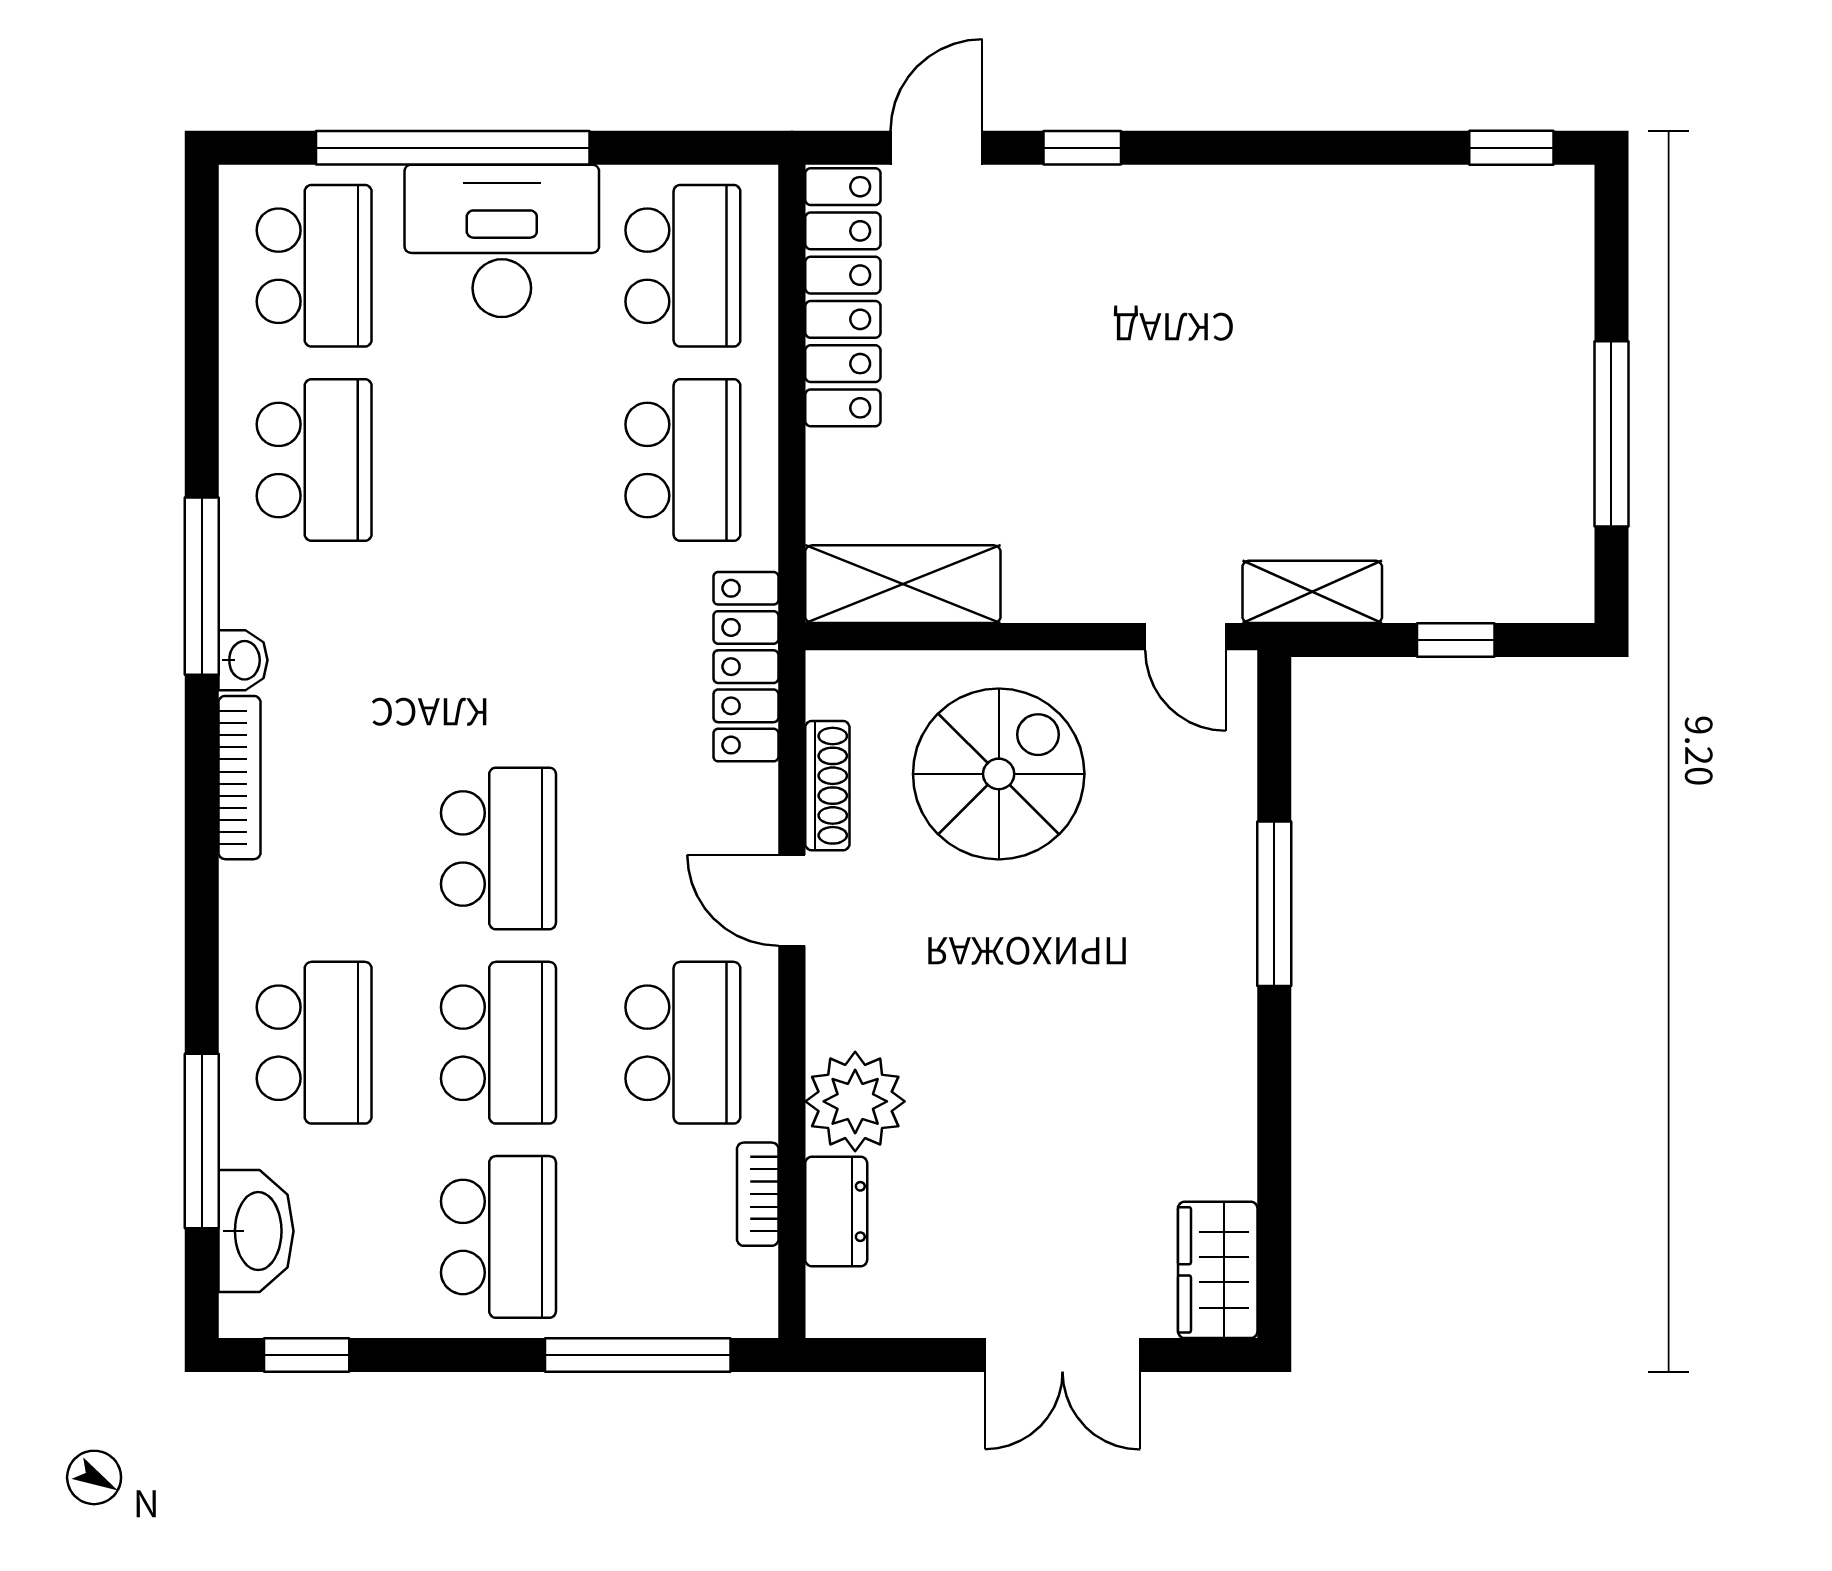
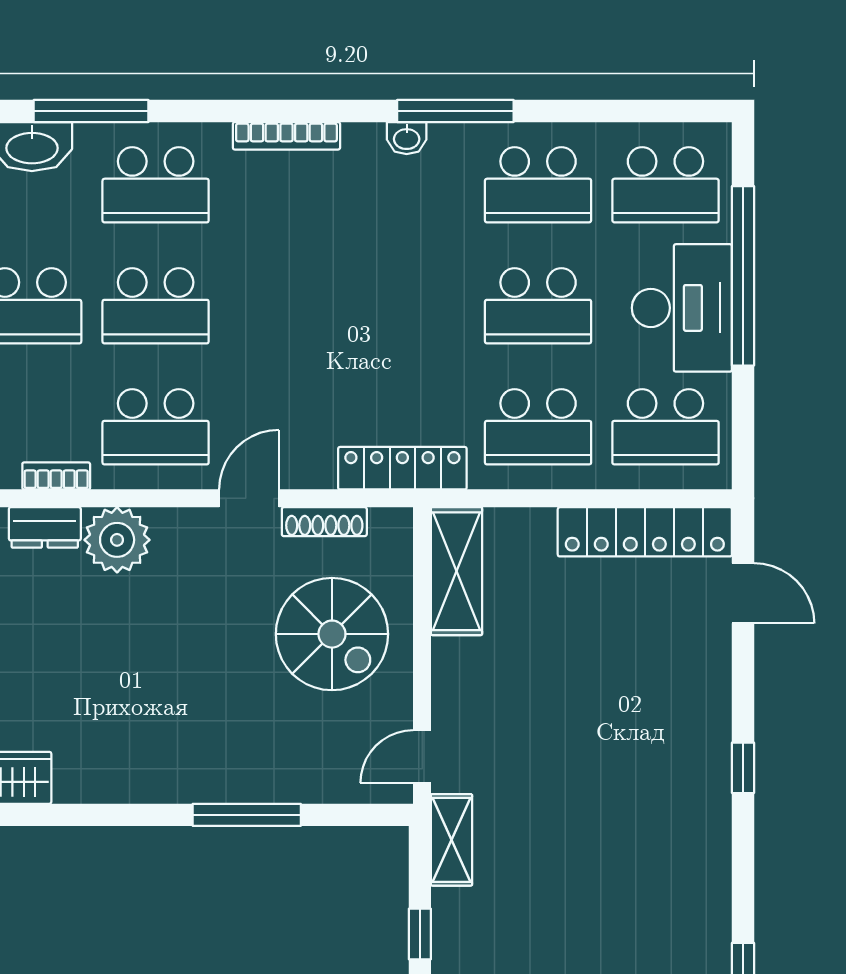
window: (1082, 148) -> (743, 768), moved
bookcase: (239, 778) -> (286, 136), moved
school desk: (498, 848) -> (538, 306), moved

